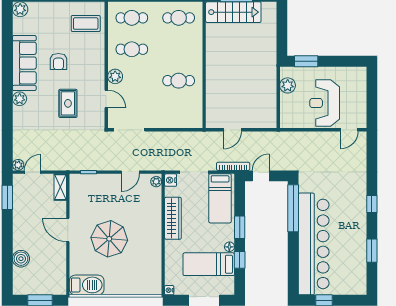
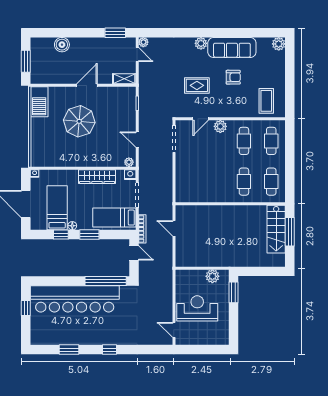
armchair: (58, 62) -> (233, 77), turned 180
cafe table: (179, 81) -> (244, 182), moved

